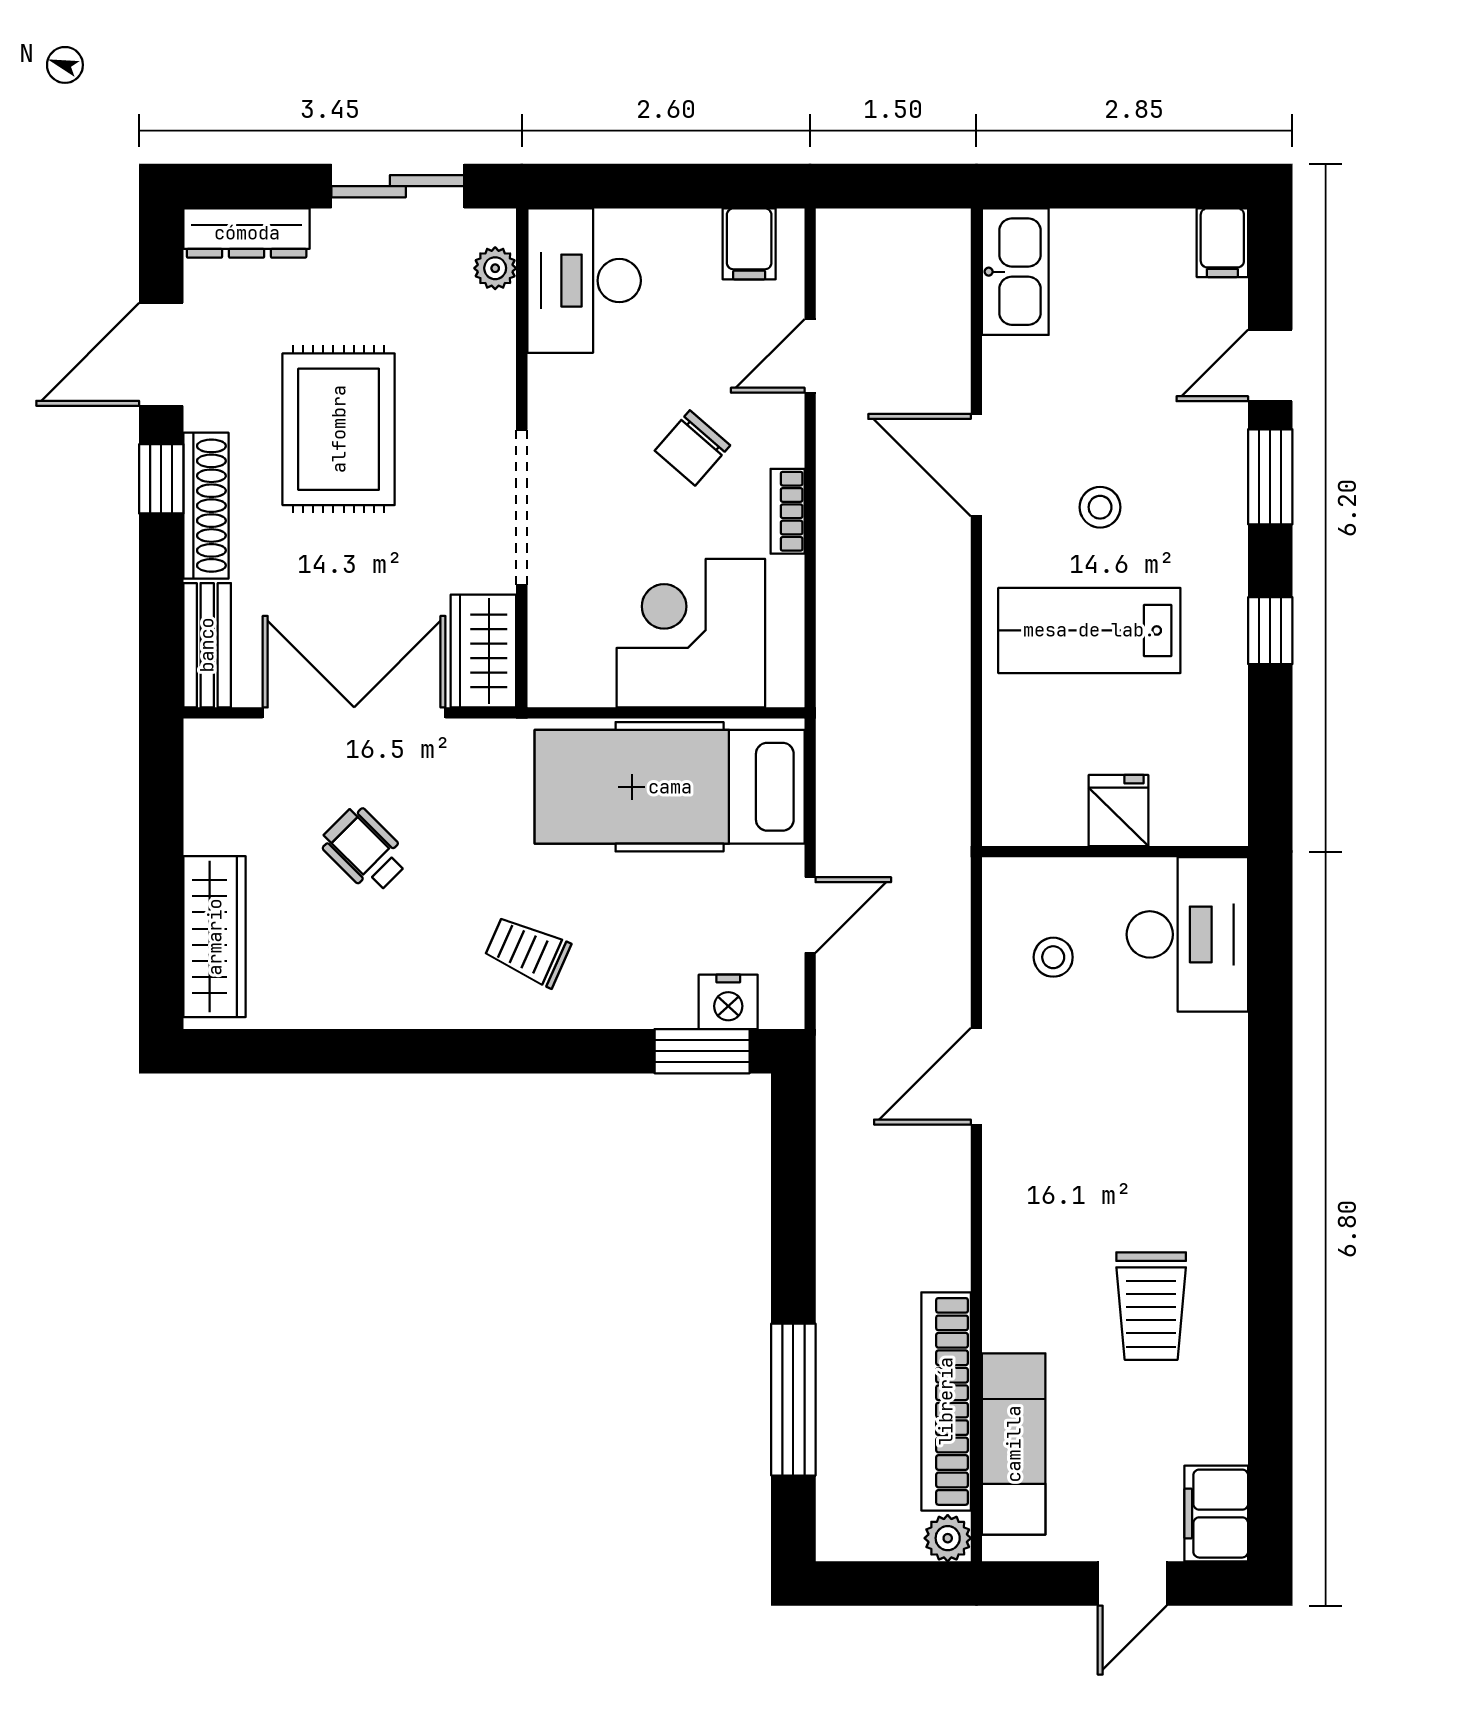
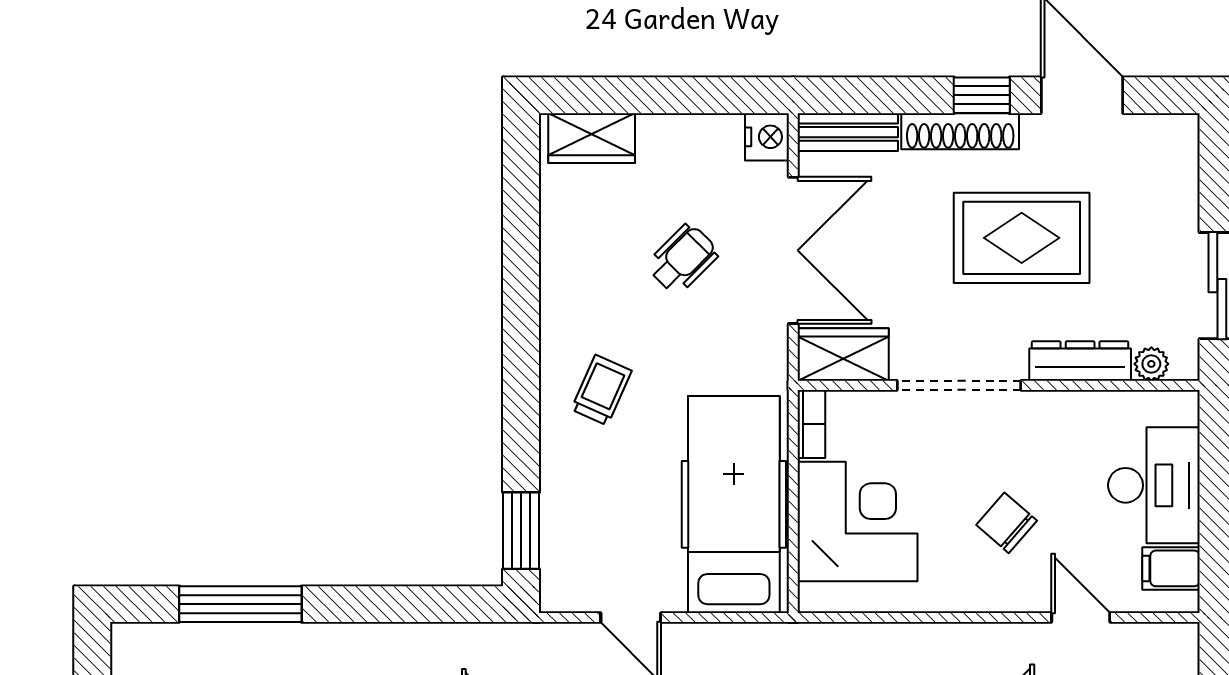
dresser: (247, 233) -> (1080, 361), moved, turned 90
desk: (584, 281) -> (1154, 485), moved, turned 90
bookcase: (788, 511) -> (811, 424), moved, turned 90
wardrobe: (215, 937) -> (592, 138), width x0.67
nightstand: (728, 1002) -> (767, 137), moved, turned 180

